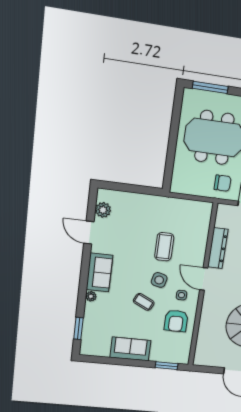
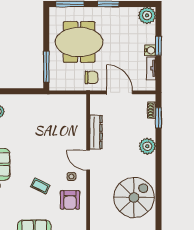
window: (170, 163) -> (46, 67), added
coffee table: (164, 247) -> (51, 136), removed
side table: (159, 280) -> (51, 165), removed

